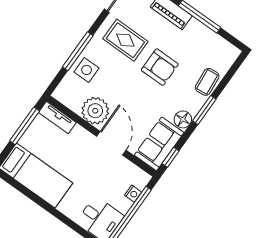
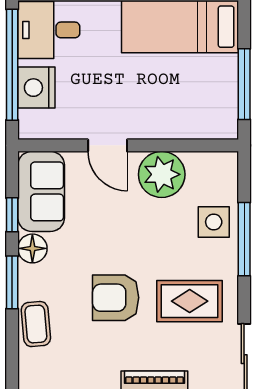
tv unit: (57, 117) -> (207, 128), removed
door: (111, 143) -> (108, 145), width x0.73
window: (171, 157) -> (12, 215), moved
nightstand: (133, 194) -> (36, 88), width x1.89, depth x1.79

